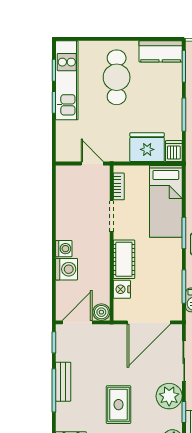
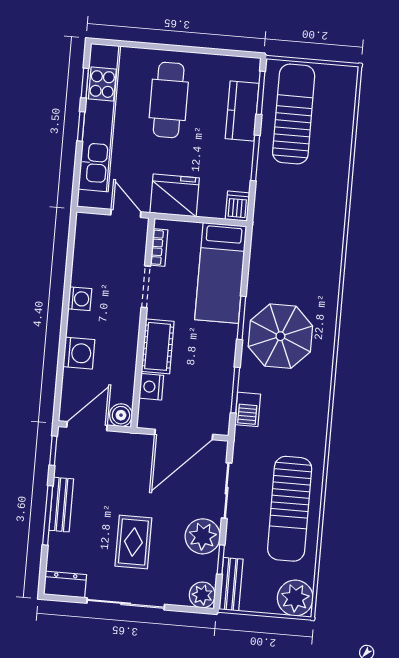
kitchen counter: (161, 51) -> (242, 111), moved, turned 90
kitchen unit: (67, 80) -> (99, 118), width x1.36
fridge: (147, 147) -> (175, 195), moved
washing machine: (64, 249) -> (80, 299), moved

